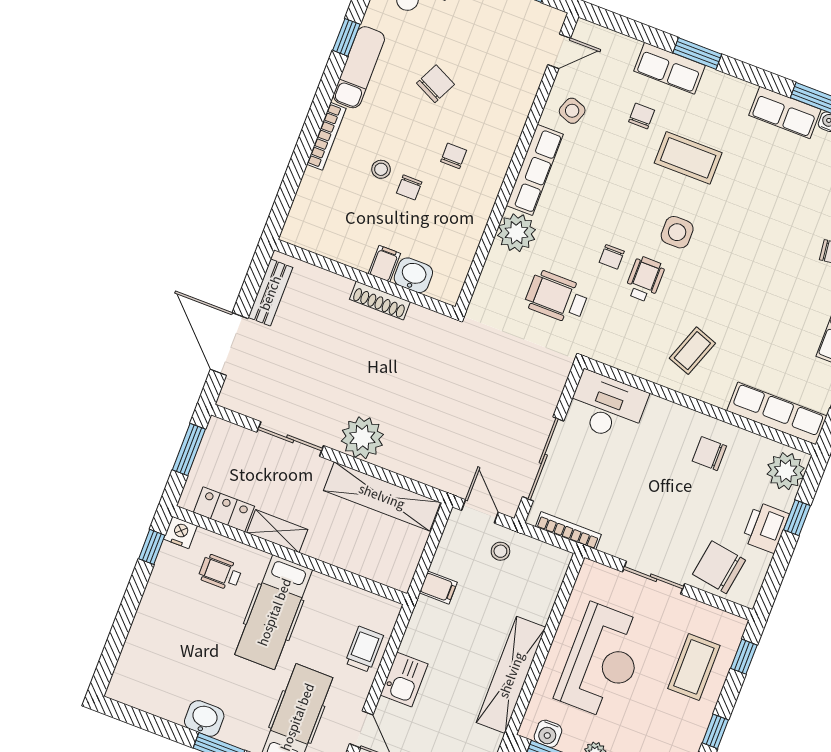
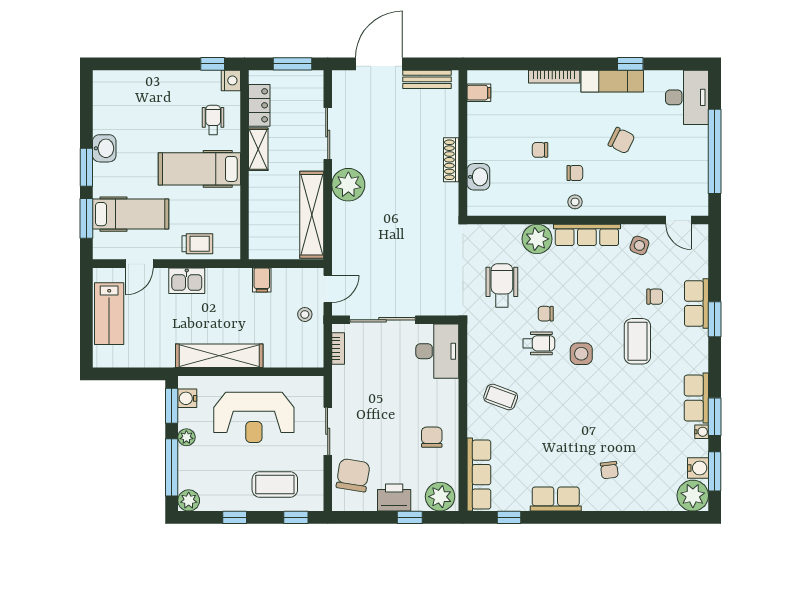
stool: (381, 169) -> (575, 202), moved
filing cabinet: (384, 264) -> (479, 93), moved
bookcase: (568, 531) -> (338, 349), width x0.64

